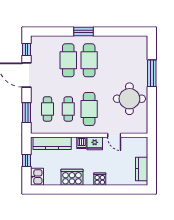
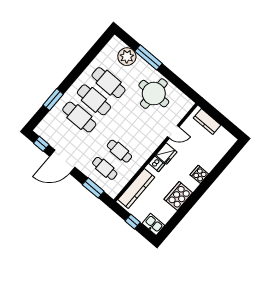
window: (84, 31) -> (53, 100), moved
plant: (139, 58) -> (127, 57), added
cafe table: (89, 109) -> (109, 83), moved
kitchen counter: (142, 169) -> (207, 122), moved

